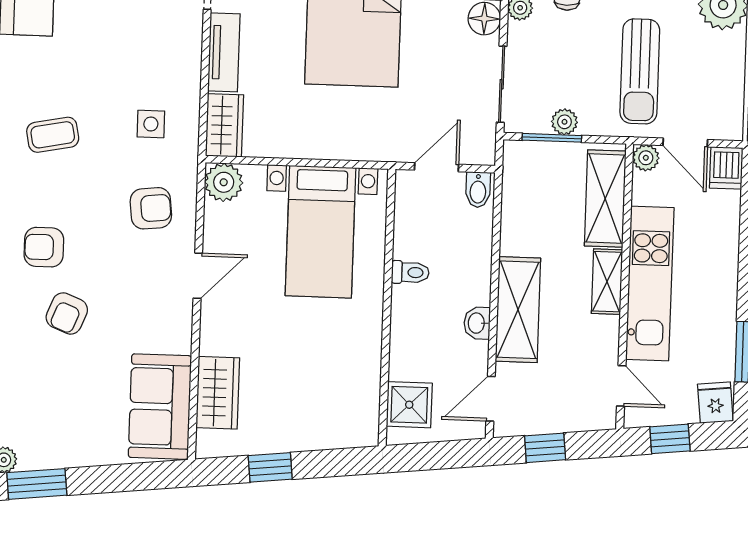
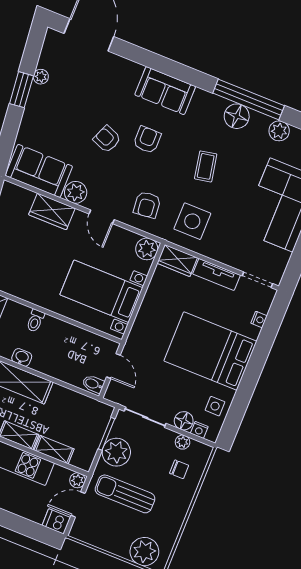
plant: (564, 122) -> (116, 452), width x1.88, depth x1.88
side table: (151, 124) -> (192, 221), width x1.87, depth x1.87
shelving: (605, 199) -> (54, 450), width x0.67, depth x0.75
toilet: (410, 272) -> (35, 321), moved
plant: (173, 333) -> (76, 192), added
wardrobe: (218, 393) -> (52, 211), moved

